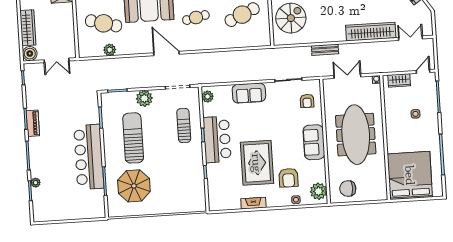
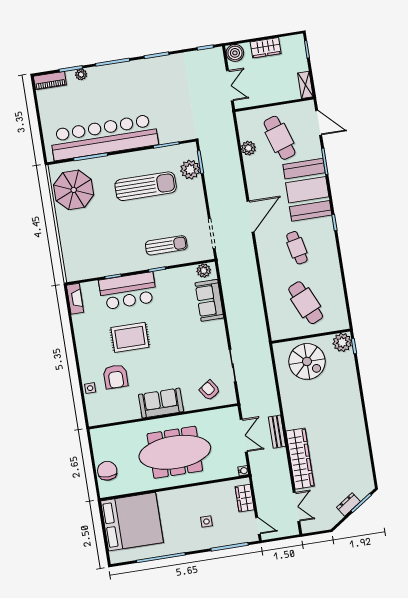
cafe table: (104, 23) -> (280, 138), turned -33
wardrobe: (28, 28) -> (266, 48), width x0.67
bench: (325, 50) -> (277, 432), moved
double door: (57, 60) -> (230, 86), swing flipped
sofa: (249, 93) -> (209, 300), moved
plant: (144, 98) -> (190, 170), moved
armchair: (307, 101) -> (210, 390), turned 56
piano: (33, 123) -> (50, 81), moved
bar counter: (217, 139) -> (128, 291), moved
bar counter: (89, 157) -> (104, 137), width x1.36
rug: (257, 163) -> (130, 337), width x0.73, depth x0.69
armchair: (288, 178) -> (116, 377), turned -90
parasol: (134, 186) -> (74, 190), moved
chair: (348, 189) -> (107, 471), moved
plant: (318, 191) -> (103, 414), removed
fireplace: (253, 203) -> (75, 299), moved

